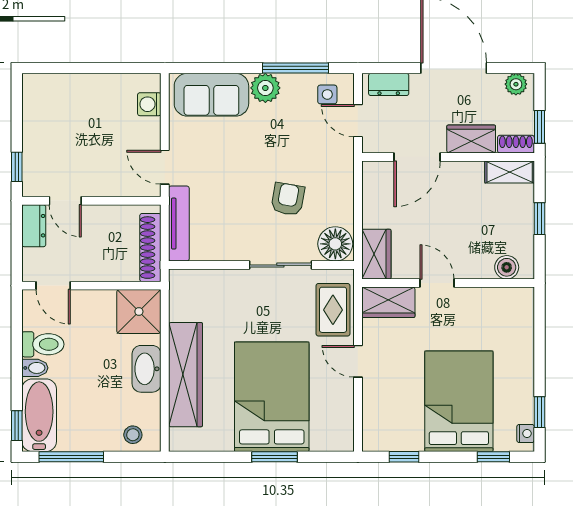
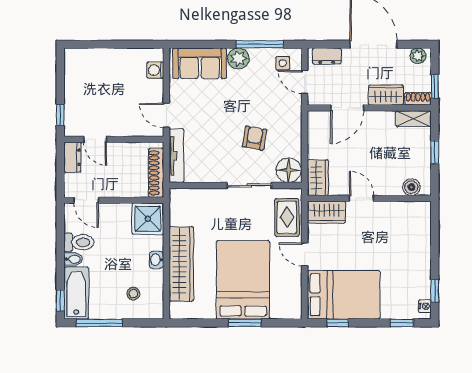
washbasin: (147, 369) -> (156, 260), width x0.52, depth x0.69
bed: (459, 401) -> (344, 295), moved, turned 90
stool: (133, 435) -> (133, 294), moved

